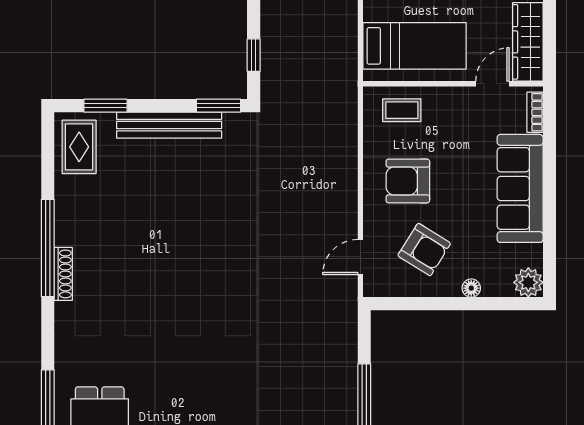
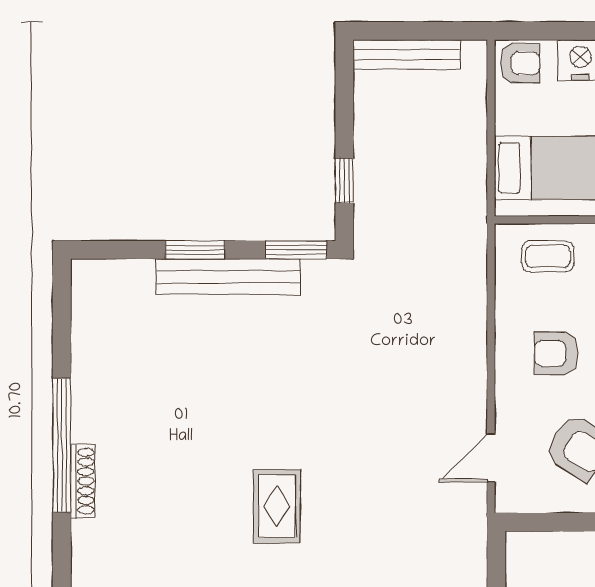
window: (105, 106) -> (195, 250), moved
rug: (79, 147) -> (277, 506), moved
armchair: (408, 181) -> (556, 353), width x0.72, depth x0.72

